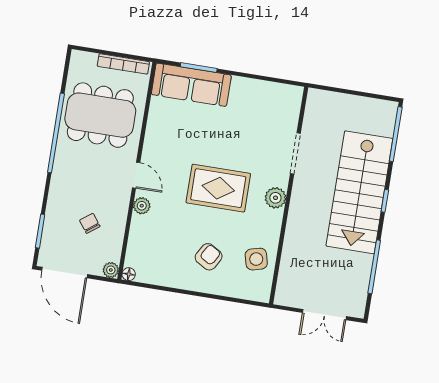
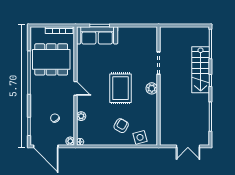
rug: (218, 188) -> (120, 88), turned 90
stairs: (359, 192) -> (201, 70), width x0.73, depth x0.66
plant: (142, 206) -> (81, 116), moved
side table: (256, 259) -> (140, 137), moved

